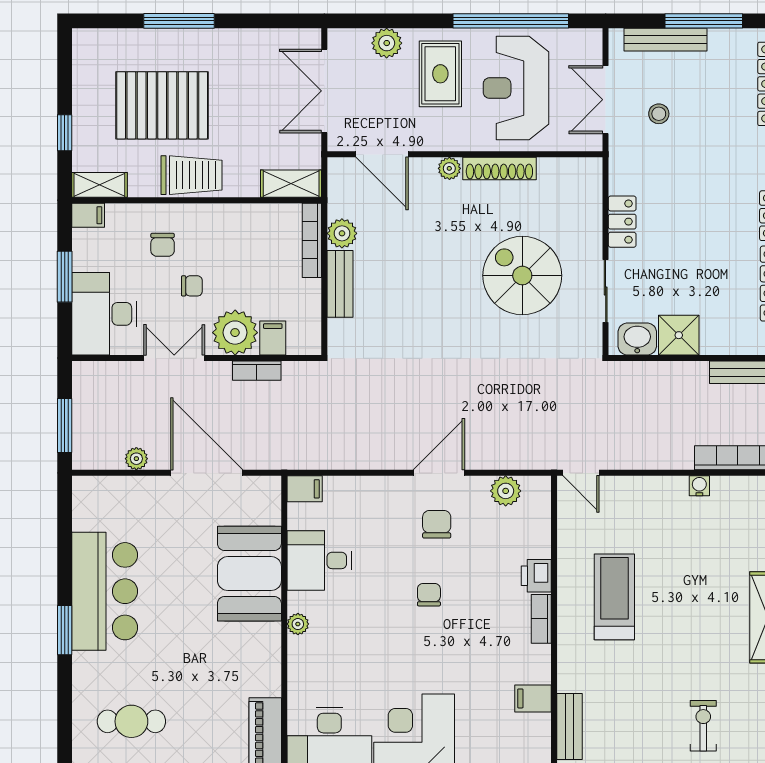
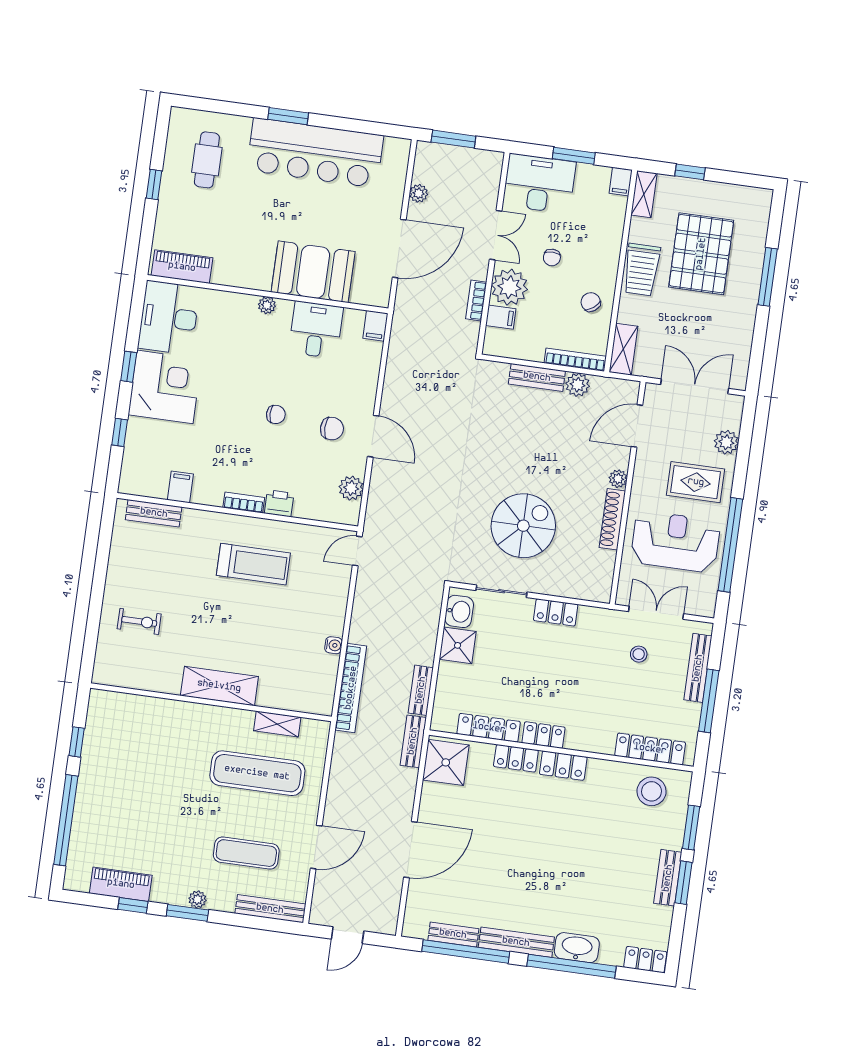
chair: (163, 245) -> (591, 302), moved, turned 53
bar counter: (105, 591) -> (315, 153), width x1.36

